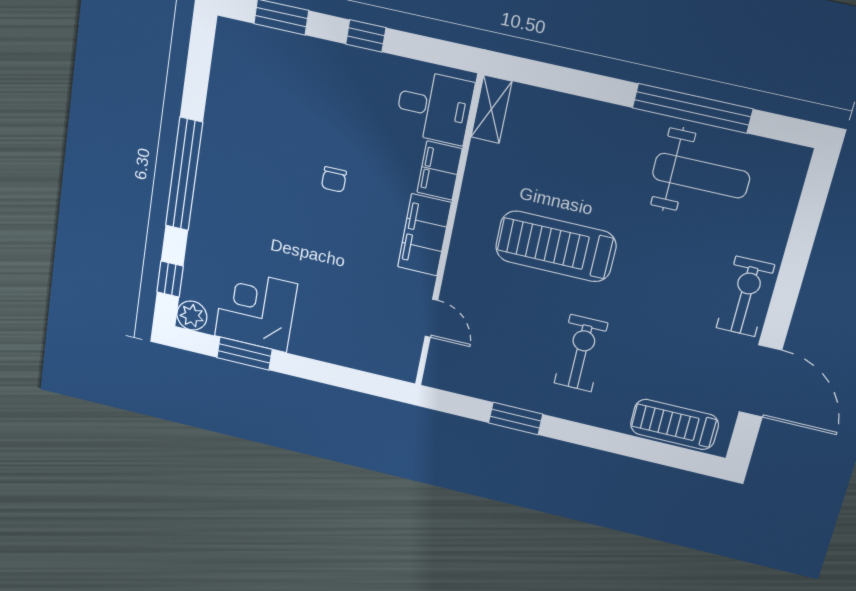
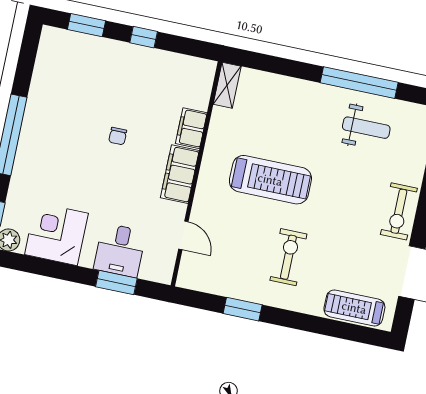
desk: (434, 107) -> (120, 250), moved, turned 90
weight bench: (701, 176) -> (366, 128), width x0.73, depth x0.75
treadmill: (556, 246) -> (270, 180), turned 180
exercise bike: (745, 297) -> (399, 211), turned 180
window: (244, 353) -> (116, 283), moved

